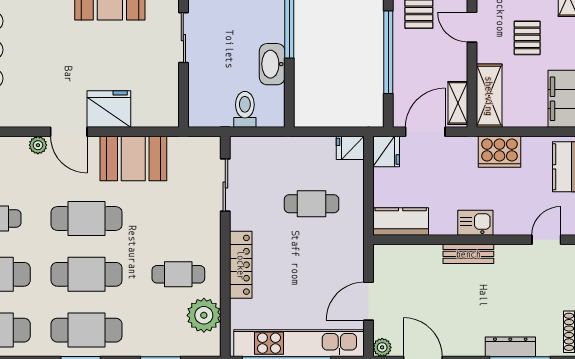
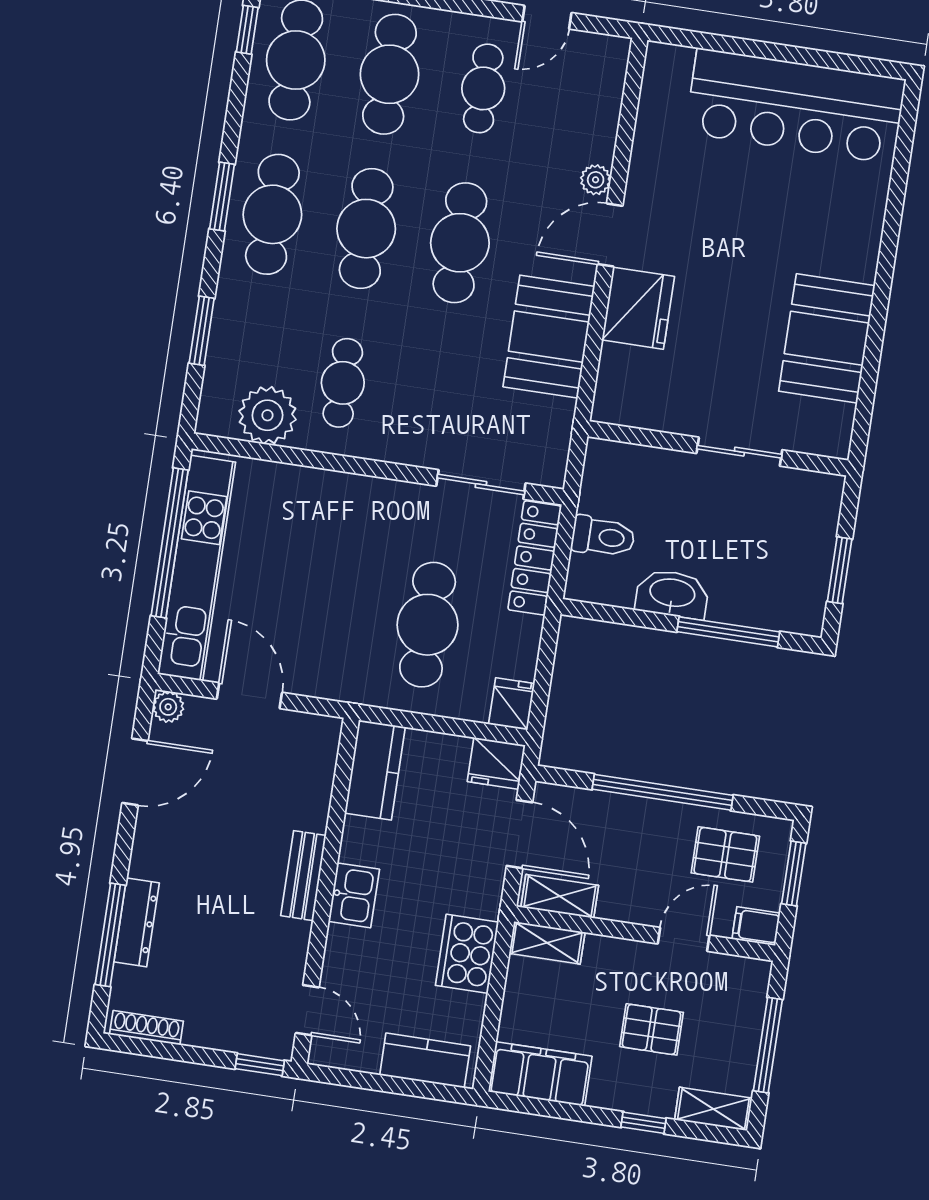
shelving: (489, 96) -> (547, 943), width x0.67, depth x0.75
cafe table: (312, 204) -> (428, 625), width x1.37, depth x1.35
locker: (241, 265) -> (535, 558), moved, turned 90

